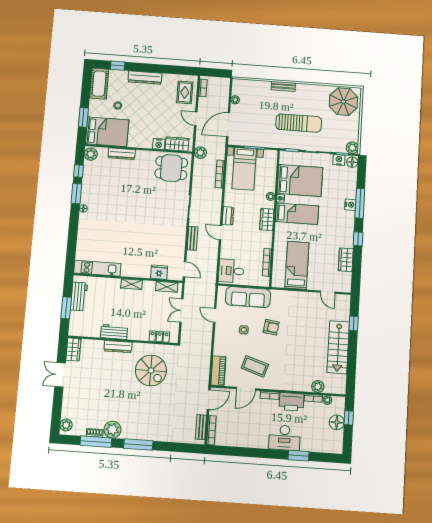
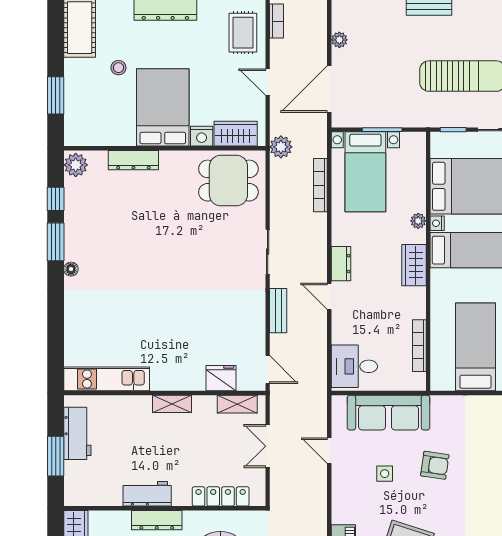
bed: (107, 132) -> (163, 107), moved, turned -90
locker: (159, 336) -> (221, 496), width x1.53

